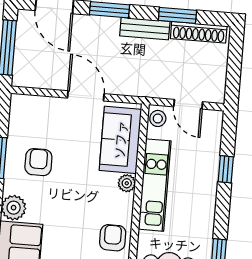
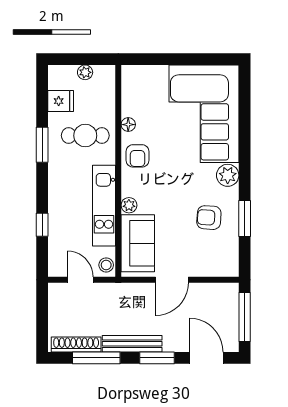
window: (177, 15) -> (96, 358), width x1.44
bench: (145, 29) -> (132, 344), width x1.36
door: (86, 96) -> (172, 280), hinge flipped
armchair: (38, 162) -> (209, 218), turned 94

